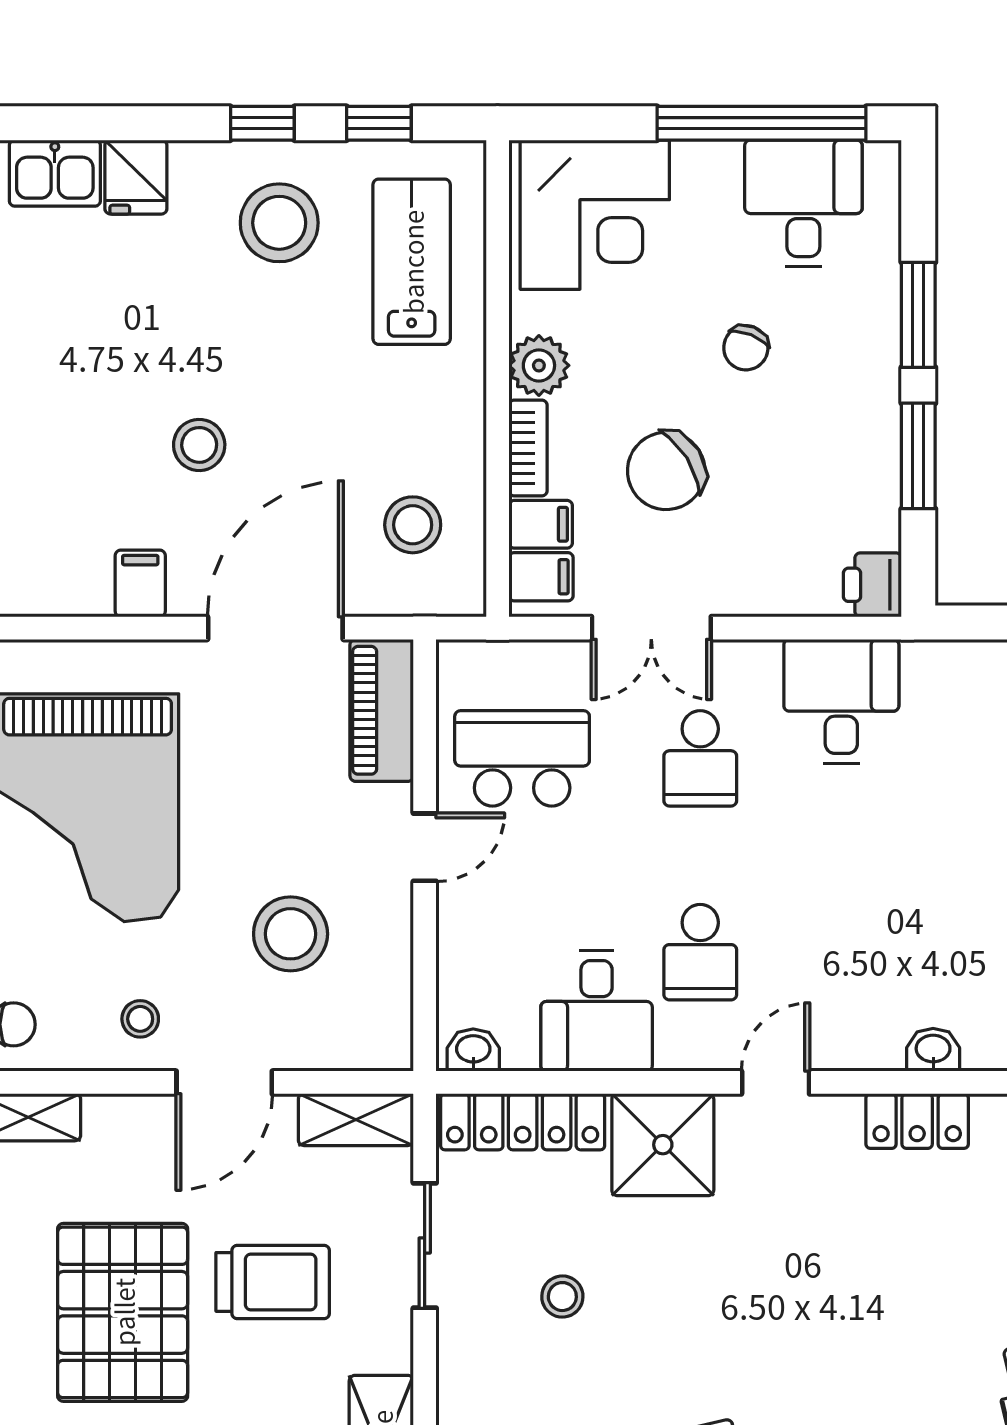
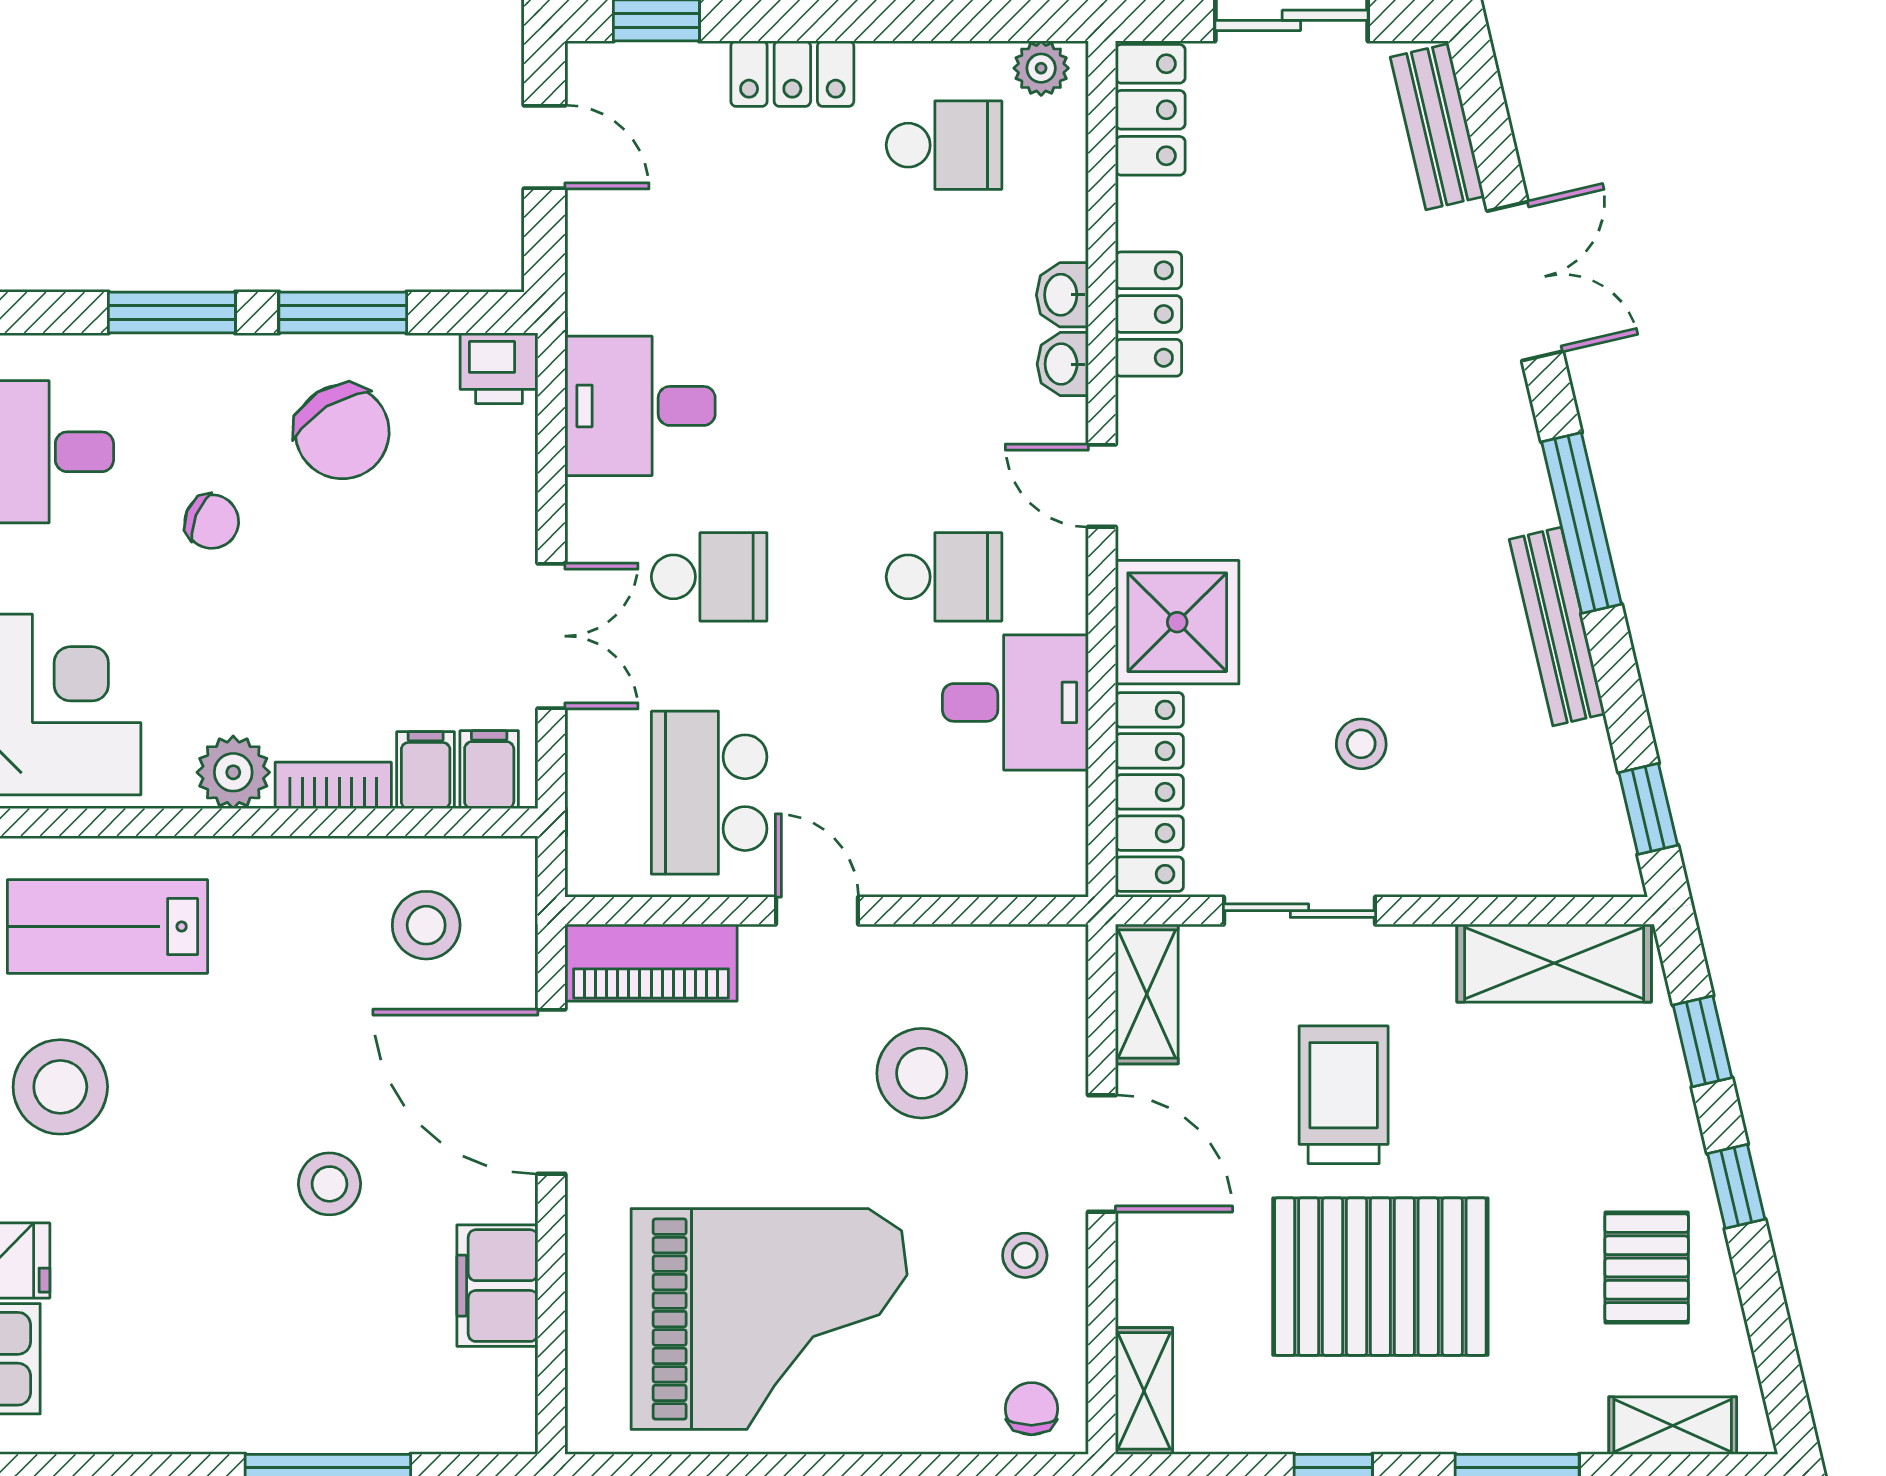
chair: (666, 471) -> (342, 432), moved
filing cabinet: (140, 583) -> (497, 1286), width x2.00
washbasin: (473, 1050) -> (1063, 364), moved

